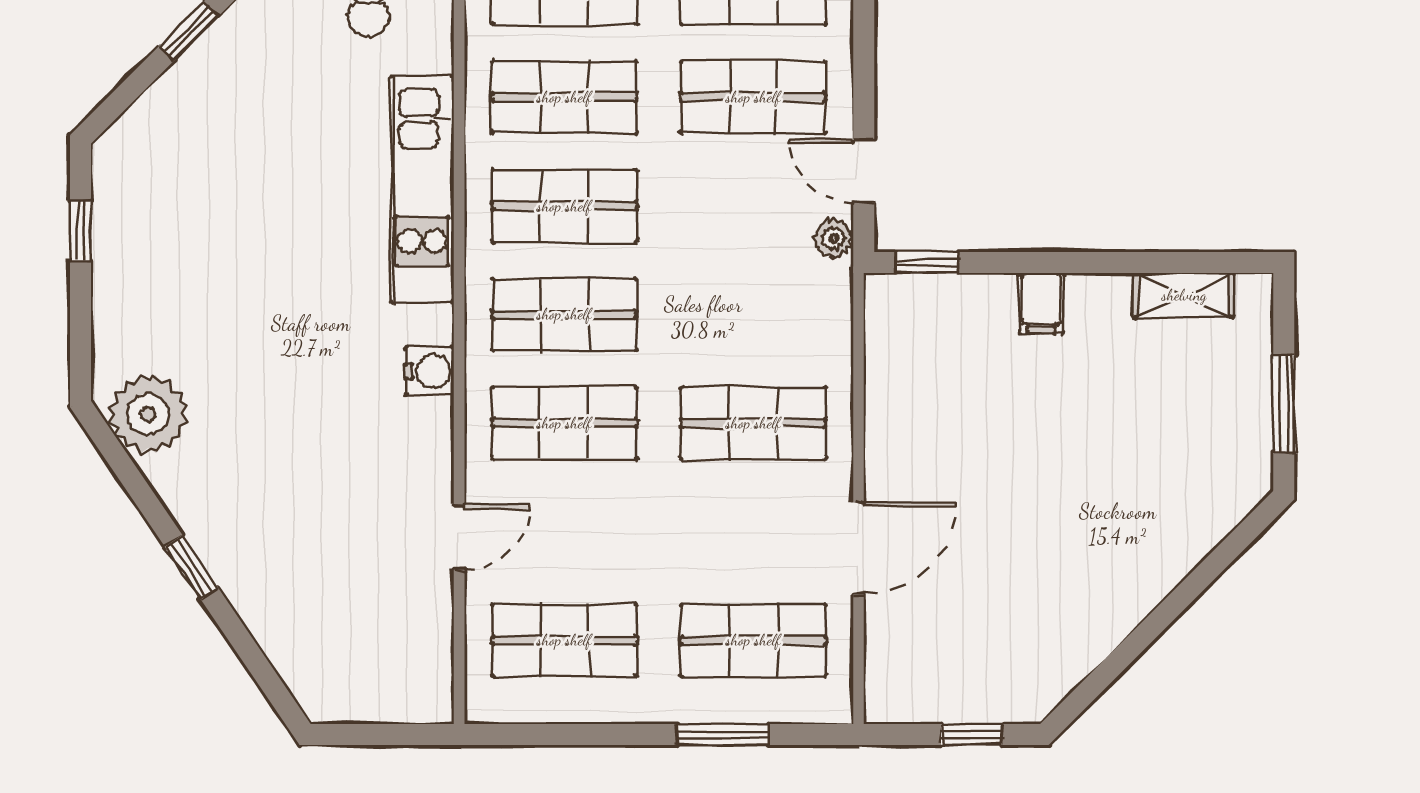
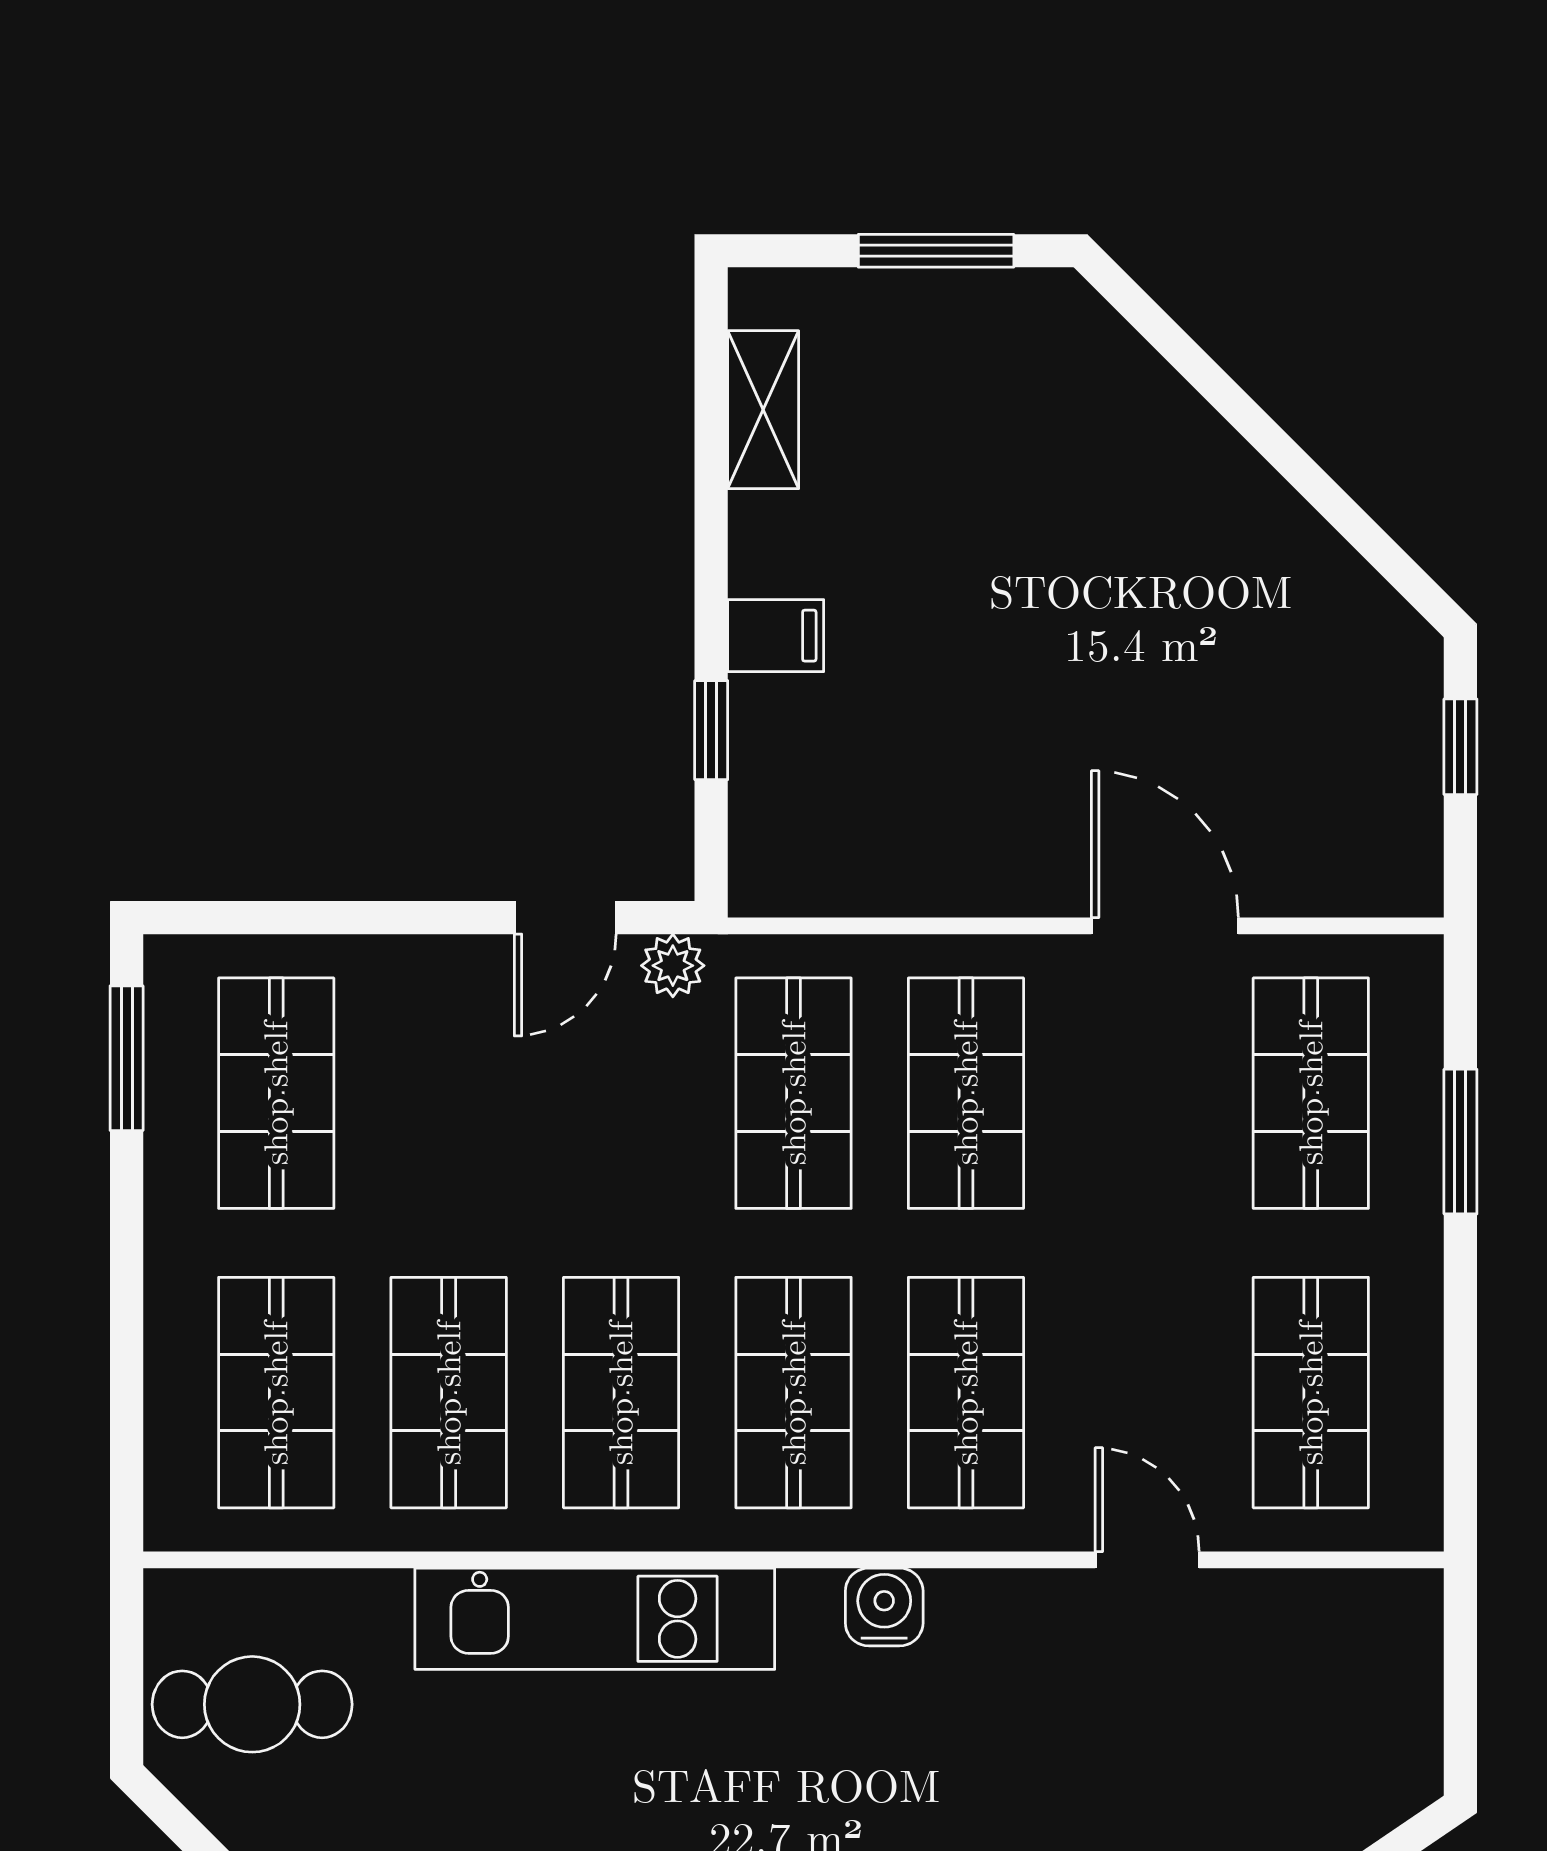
shop shelf: (753, 97) -> (794, 1093), moved
window: (927, 263) -> (711, 730), moved

